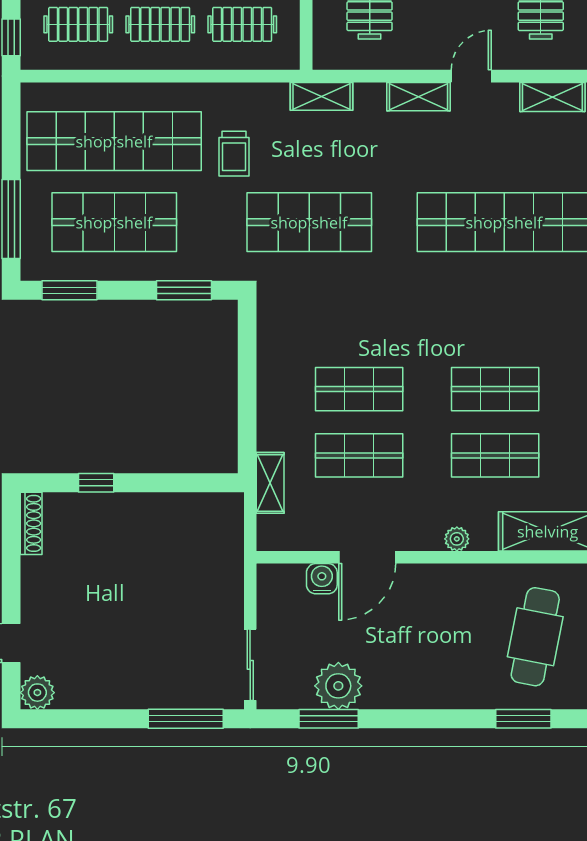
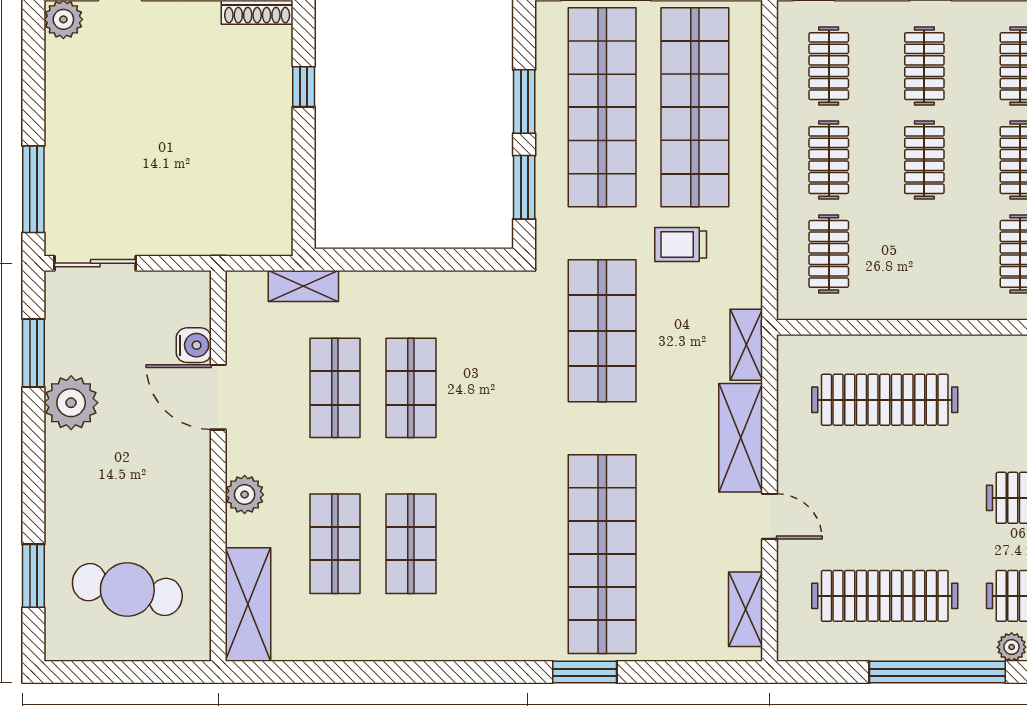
shelving: (419, 97) -> (741, 438), width x1.50, depth x1.33
shop shelf: (114, 222) -> (602, 107), width x1.40
window: (69, 290) -> (524, 102), moved
plant: (457, 539) -> (245, 495), width x1.38, depth x1.38
plant: (338, 686) -> (71, 403), moved

